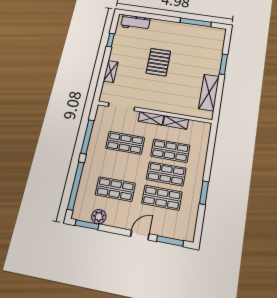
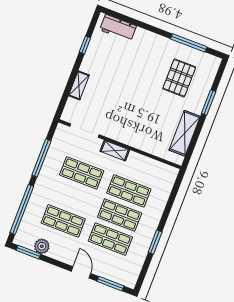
pallet: (158, 62) -> (179, 78), moved
shelving: (176, 122) -> (141, 161), removed
door: (140, 235) -> (81, 272), hinge flipped

